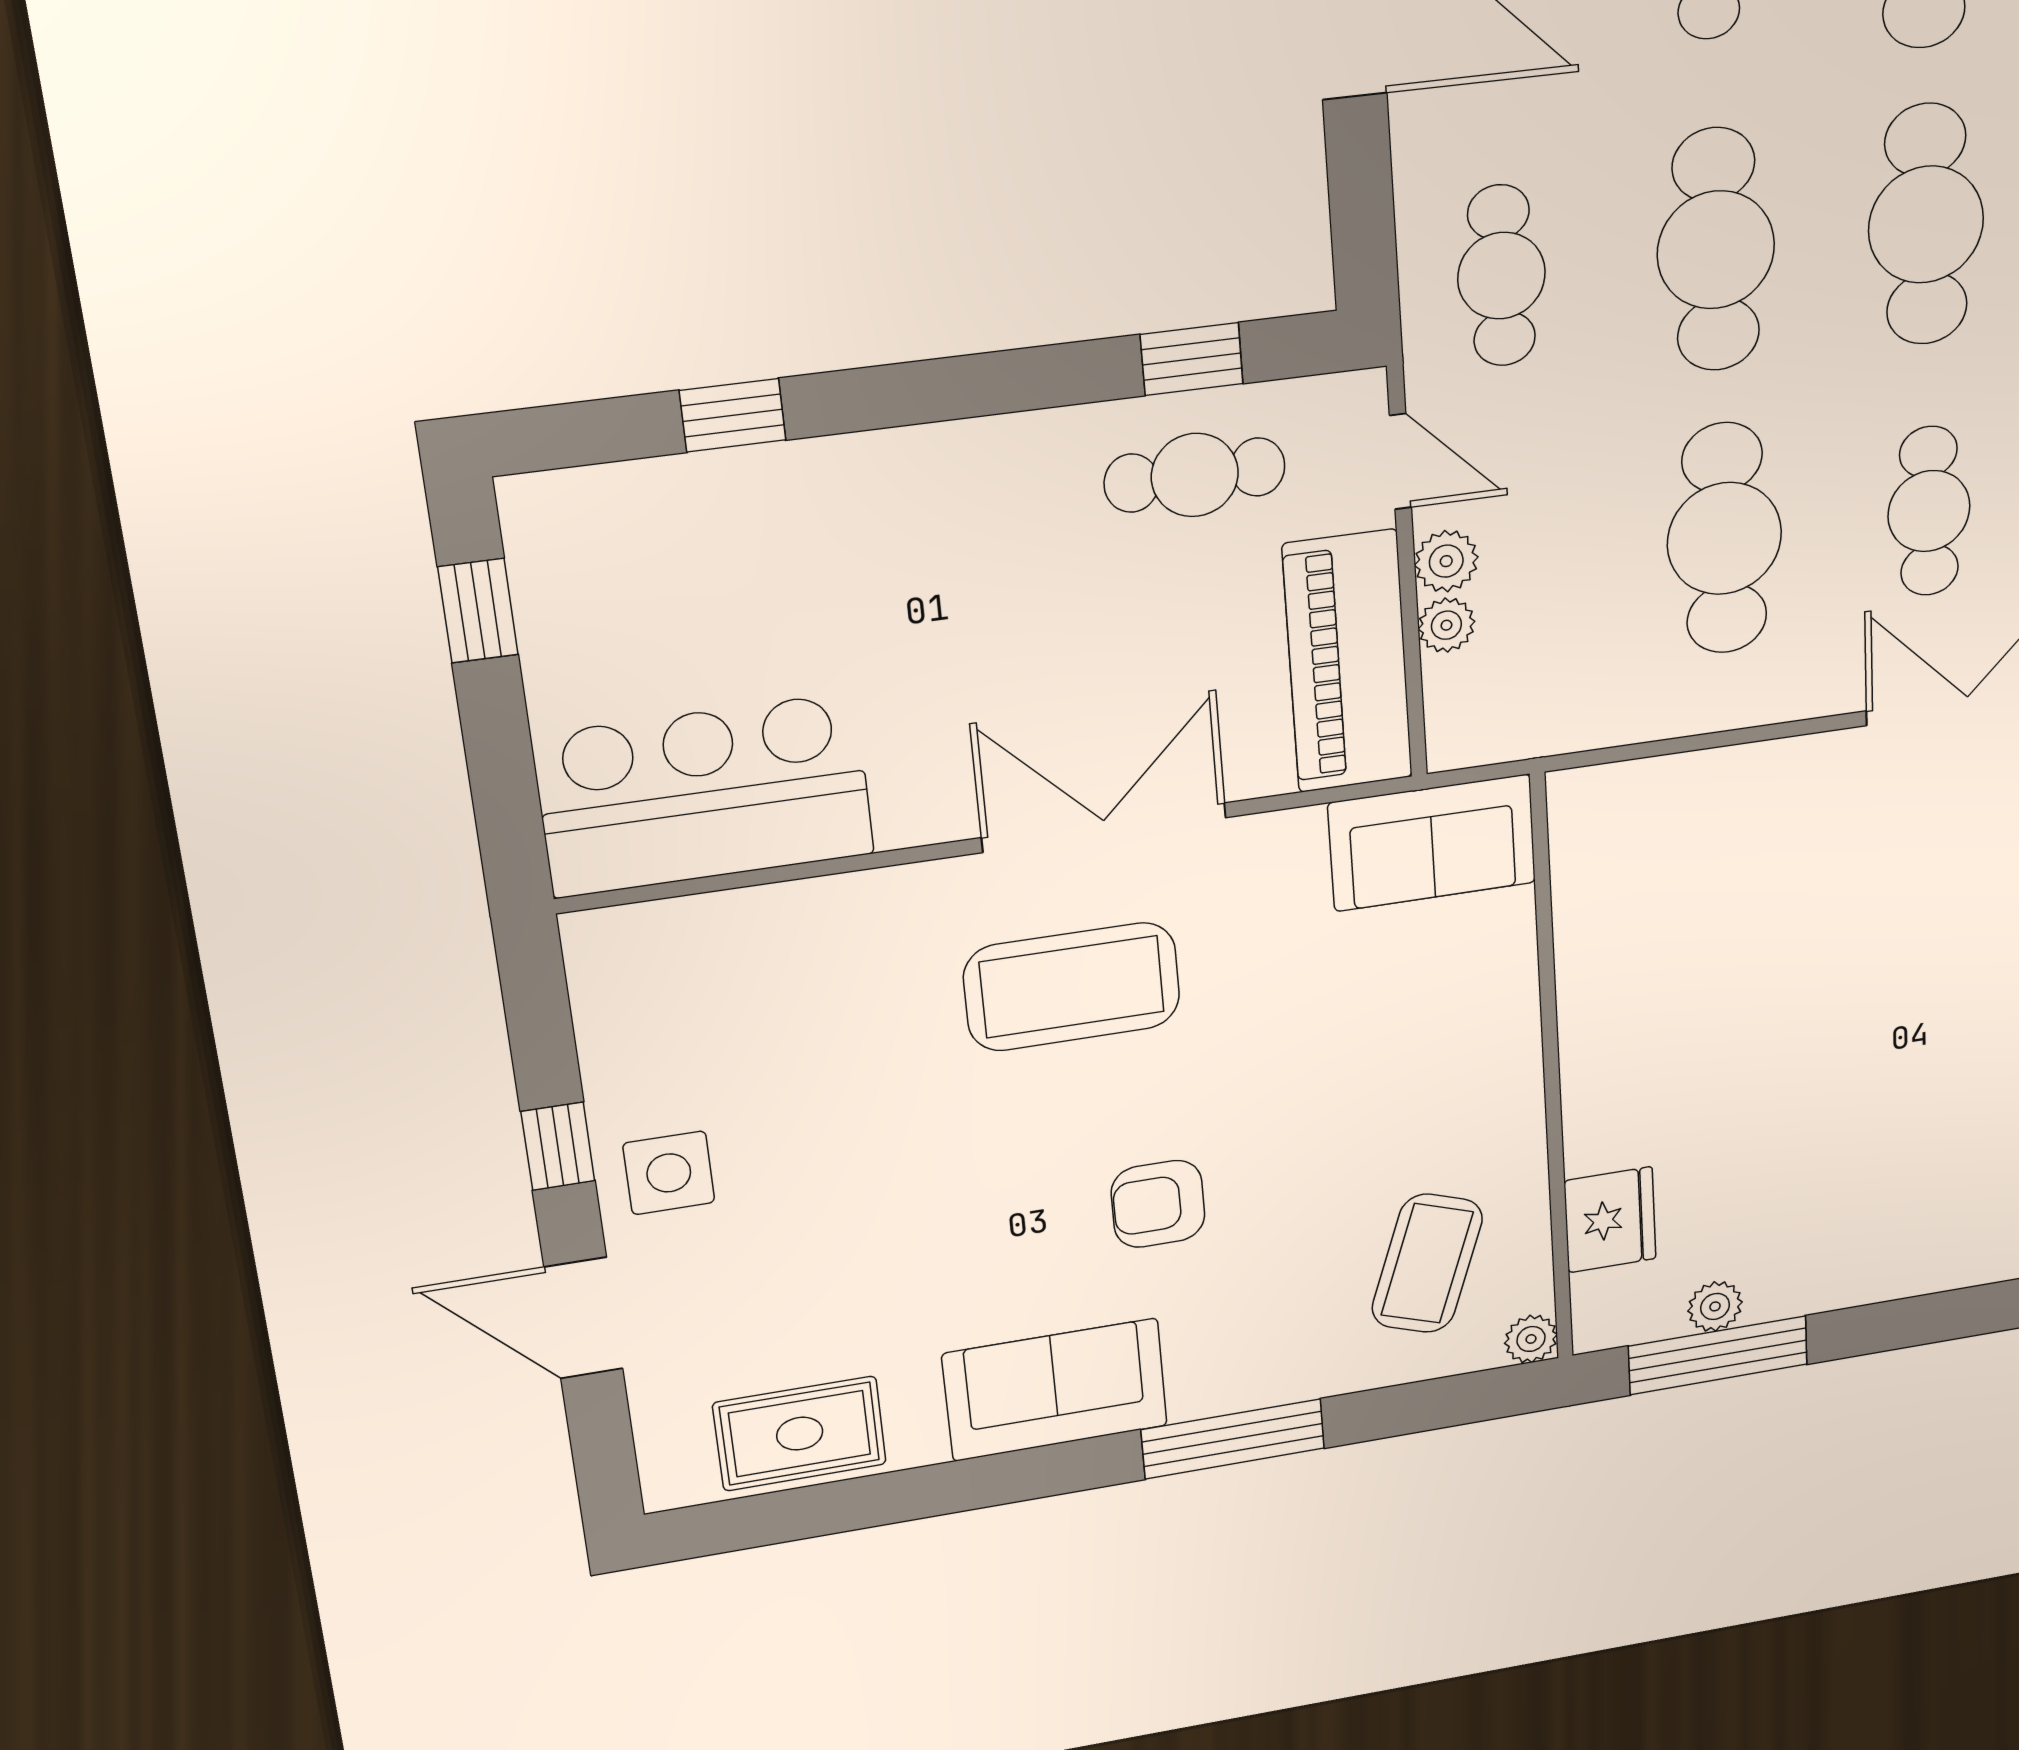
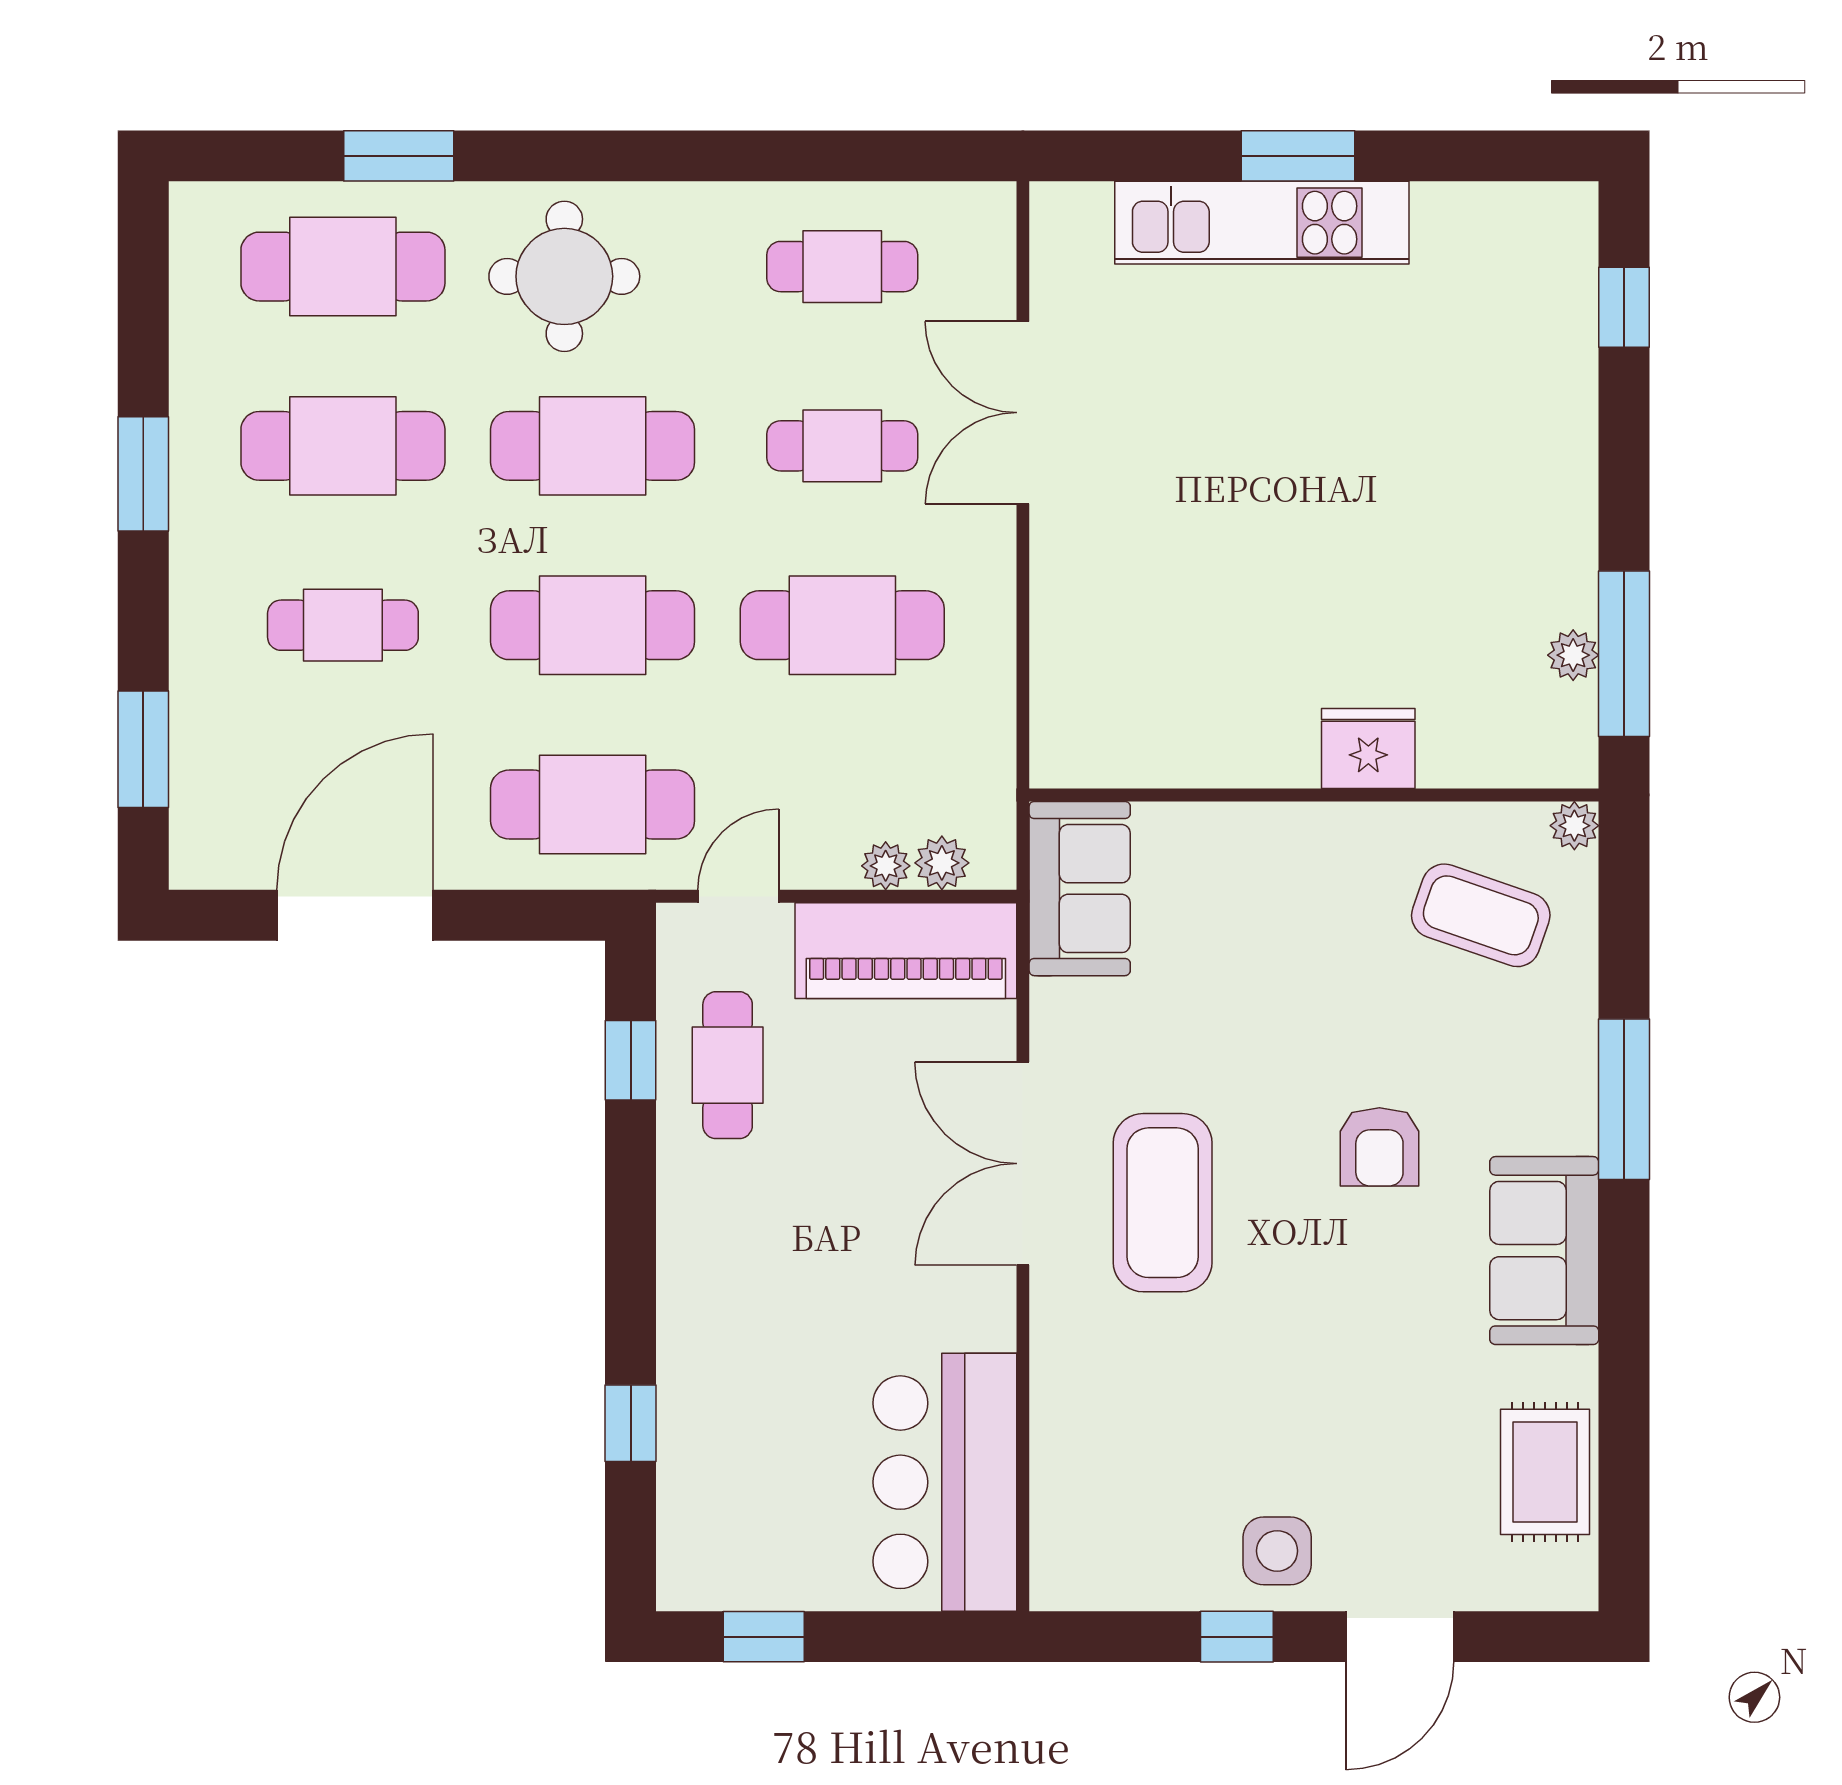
cafe table: (1501, 276) -> (593, 804), width x1.37, depth x1.35
plant: (1446, 561) -> (942, 863), moved
fridge: (1610, 1220) -> (1368, 748), moved

